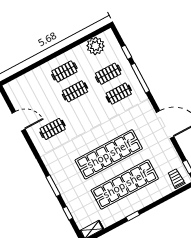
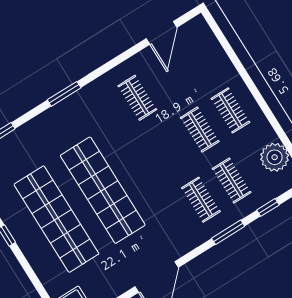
window: (140, 78) -> (228, 232), width x0.69
door: (19, 121) -> (162, 33), moved
window: (53, 186) -> (64, 94), moved

